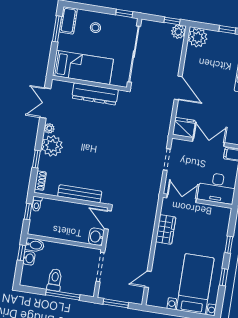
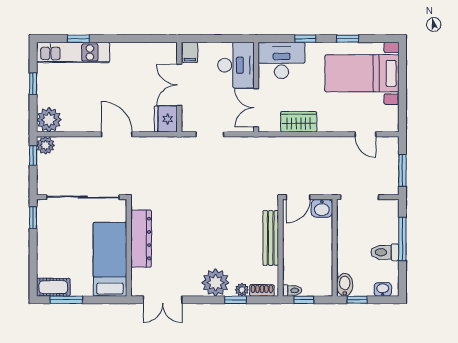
stool: (95, 28) -> (57, 251), removed
door: (178, 88) -> (117, 134), hinge flipped
plant: (49, 128) -> (242, 290), moved
desk: (215, 224) -> (281, 60), added
washbasin: (29, 258) -> (383, 289), moved

